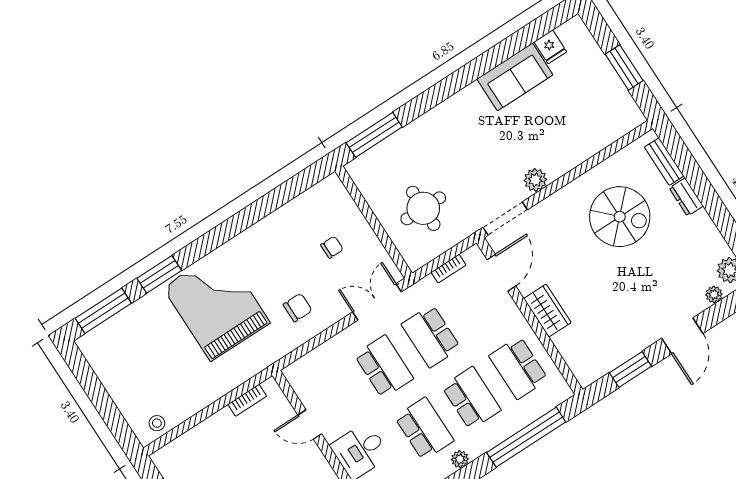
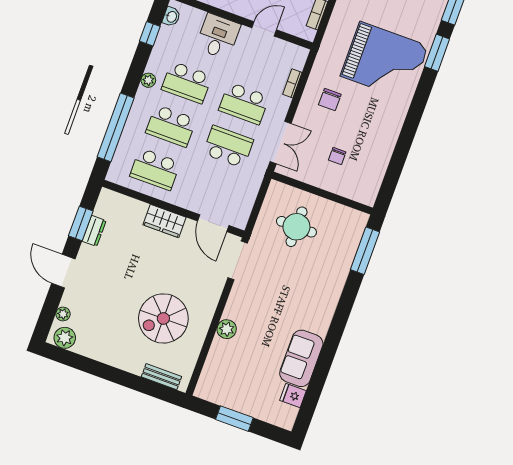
plant: (535, 180) -> (227, 329), moved
dresser: (686, 197) -> (94, 231), moved, turned 90
bookcase: (449, 269) -> (292, 83), moved
school desk: (518, 368) -> (155, 169), turned 180

